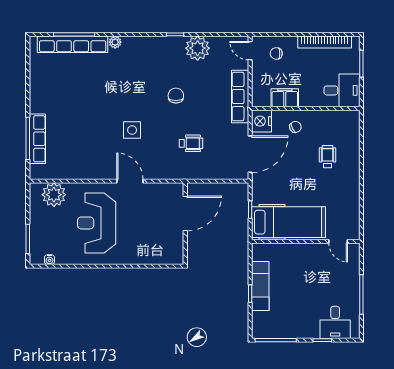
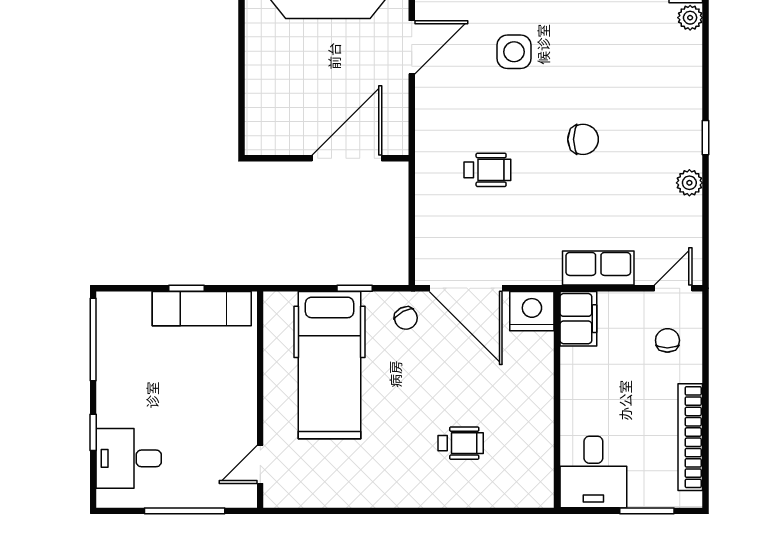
plant: (198, 48) -> (689, 183), width x0.53, depth x0.53
row of seats: (240, 96) -> (598, 268), width x0.68
filing cabinet: (285, 98) -> (578, 319), moved
chair: (295, 127) -> (406, 318), moved
wheelchair: (191, 143) -> (487, 170), turned -90
door: (185, 213) -> (347, 158), swing flipped
wall: (306, 241) -> (260, 400), moved
door: (338, 241) -> (260, 464), moved

